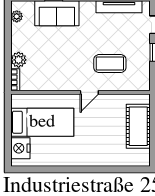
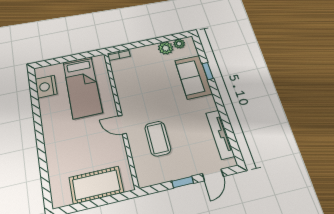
plant: (19, 60) -> (166, 48), moved
nightstand: (20, 148) -> (46, 87), moved, turned -90

